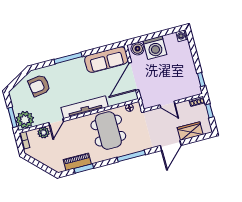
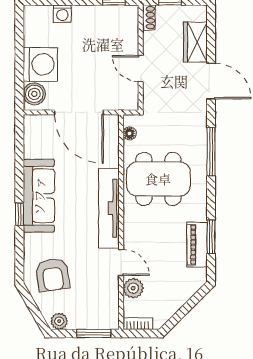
washing machine: (182, 36) -> (62, 14), moved
window: (68, 58) -> (19, 214), width x0.46
sofa: (106, 60) -> (39, 196), moved
door: (167, 104) -> (141, 68), swing flipped
plant: (25, 120) -> (59, 321), moved, width x0.53, depth x0.53

